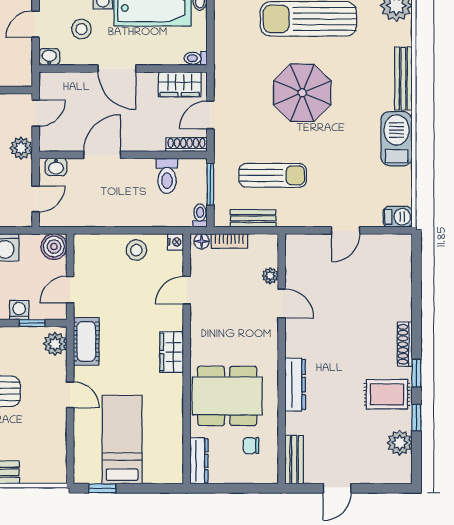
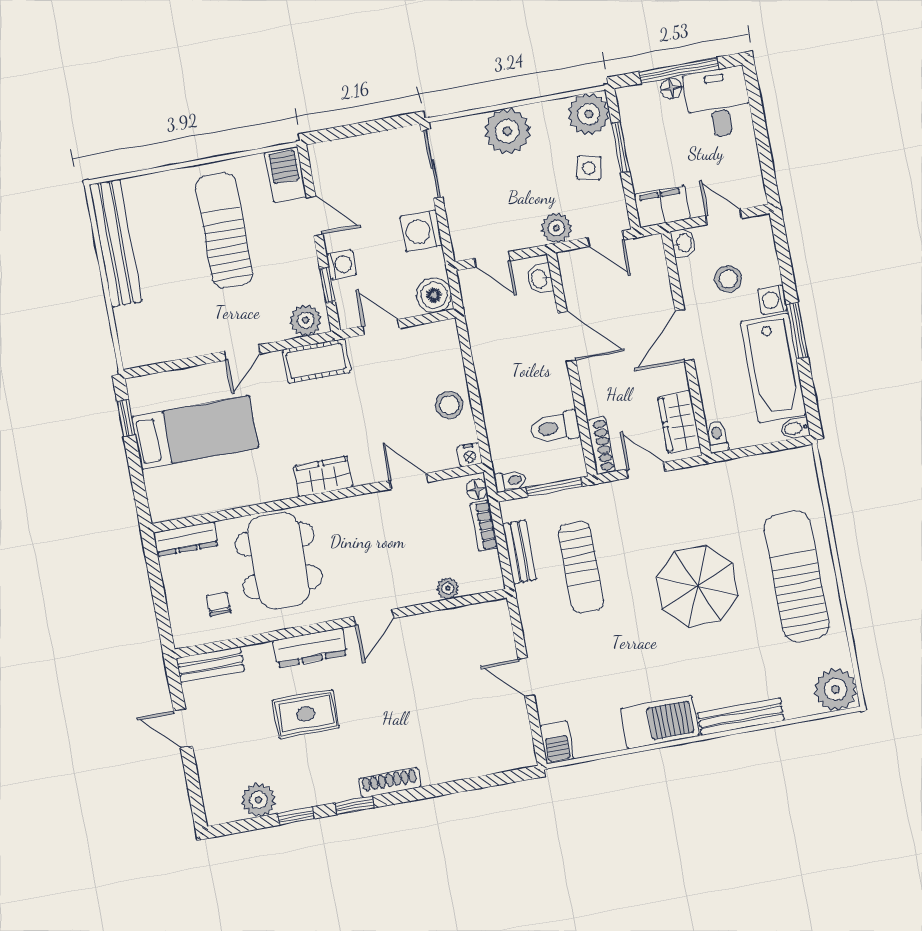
filing cabinet: (20, 68) -> (662, 206), added
door: (282, 303) -> (374, 617), moved
rug: (387, 394) -> (306, 714), moved, turned 90

